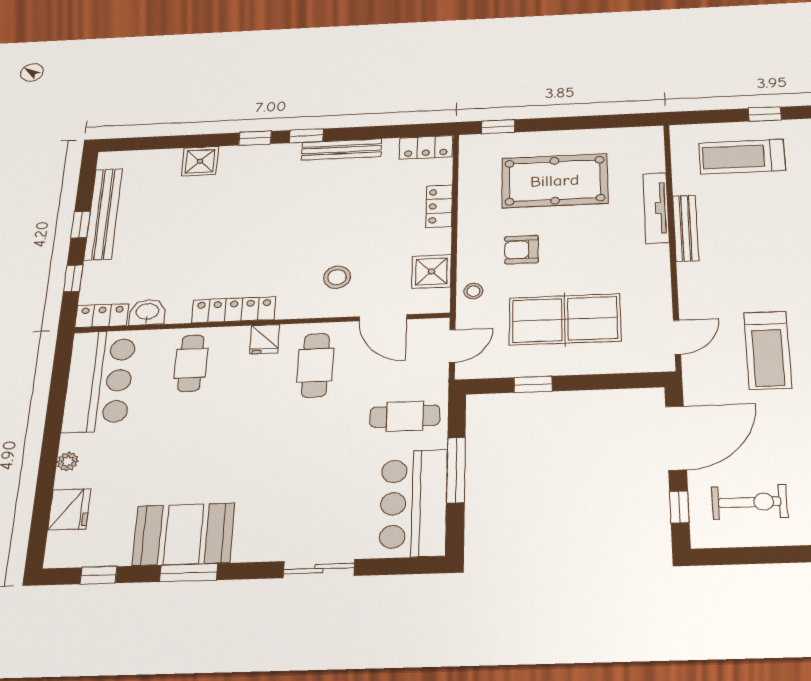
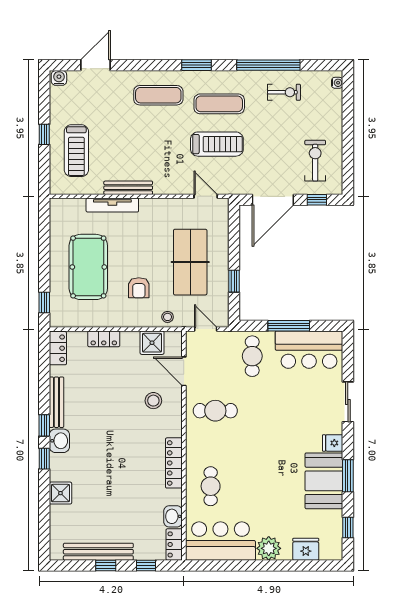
washbasin: (281, 156) -> (59, 441), added
door: (383, 318) -> (184, 371), swing flipped
fridge: (265, 339) -> (333, 443), moved, turned 180
cafe table: (191, 363) -> (211, 486), turned 90
door: (676, 438) -> (273, 200), swing flipped
plant: (68, 461) -> (269, 548), width x1.87, depth x1.87

